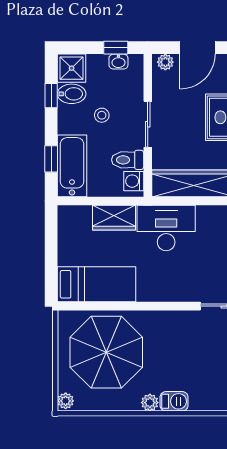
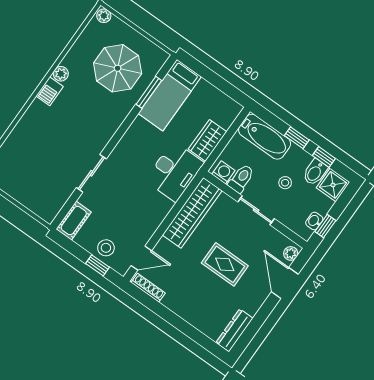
window: (51, 159) -> (297, 138), moved
window: (108, 306) -> (149, 92), added
parasol: (106, 352) -> (118, 68), width x0.73, depth x0.73

